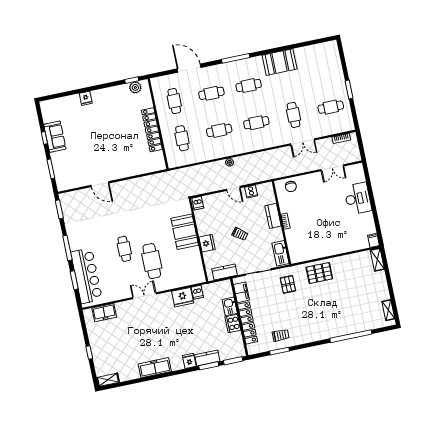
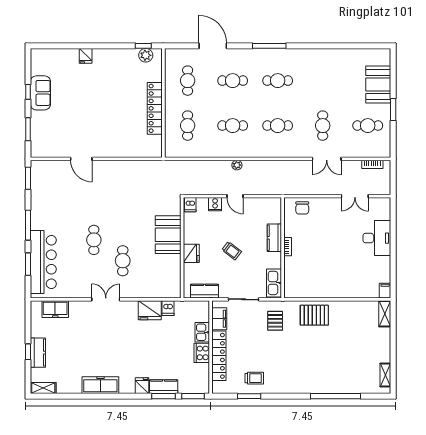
booth: (280, 62) -> (378, 85), moved, turned 90
cooker: (251, 192) -> (215, 204), moved
cafe table: (152, 261) -> (123, 261), width x0.73, depth x0.74
kitchen counter: (98, 352) -> (38, 353), added

